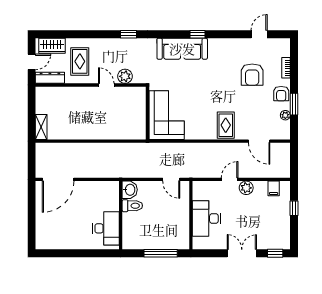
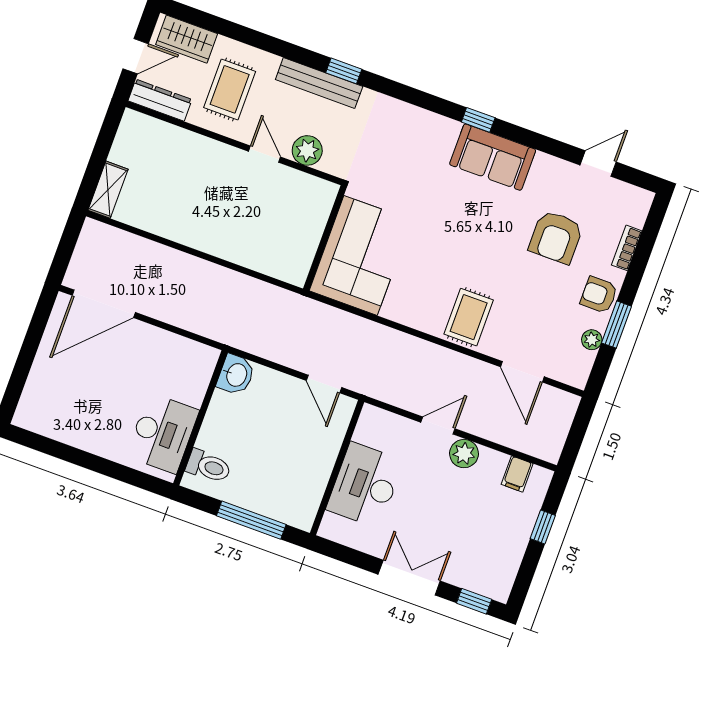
bench: (119, 44) -> (319, 83), added
sofa: (182, 49) -> (493, 157), moved, width x0.73
armchair: (281, 94) -> (599, 295), turned 90
toilet: (132, 206) -> (208, 466), moved

